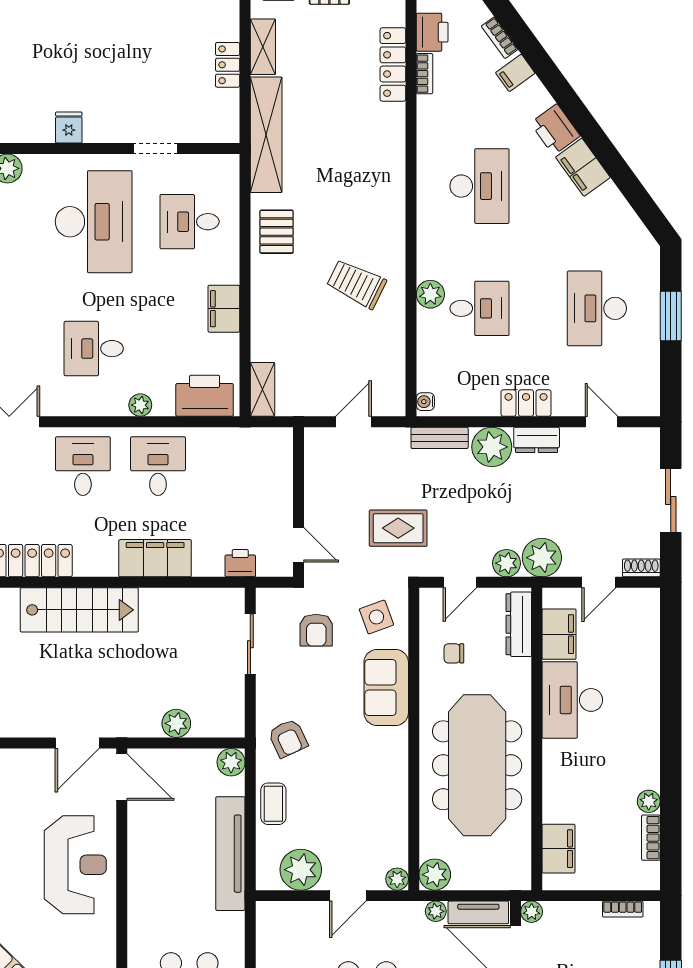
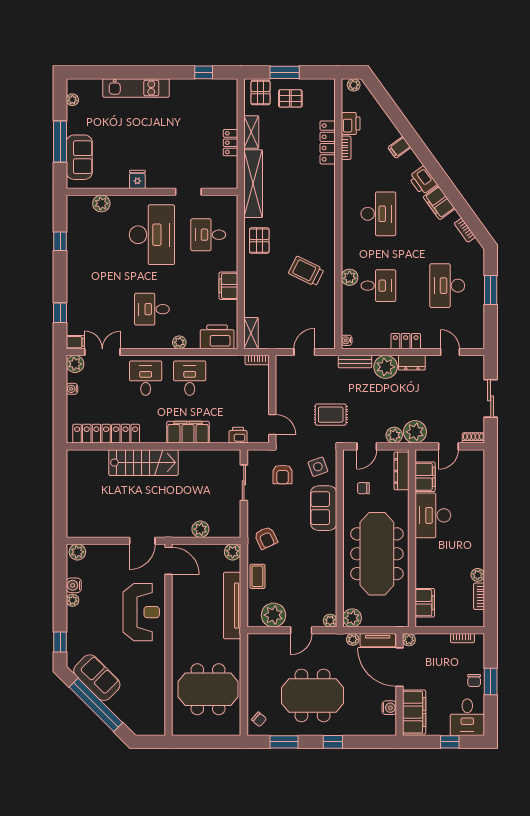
bookcase: (500, 38) -> (465, 230), moved
bookcase: (273, 435) -> (257, 360), added

